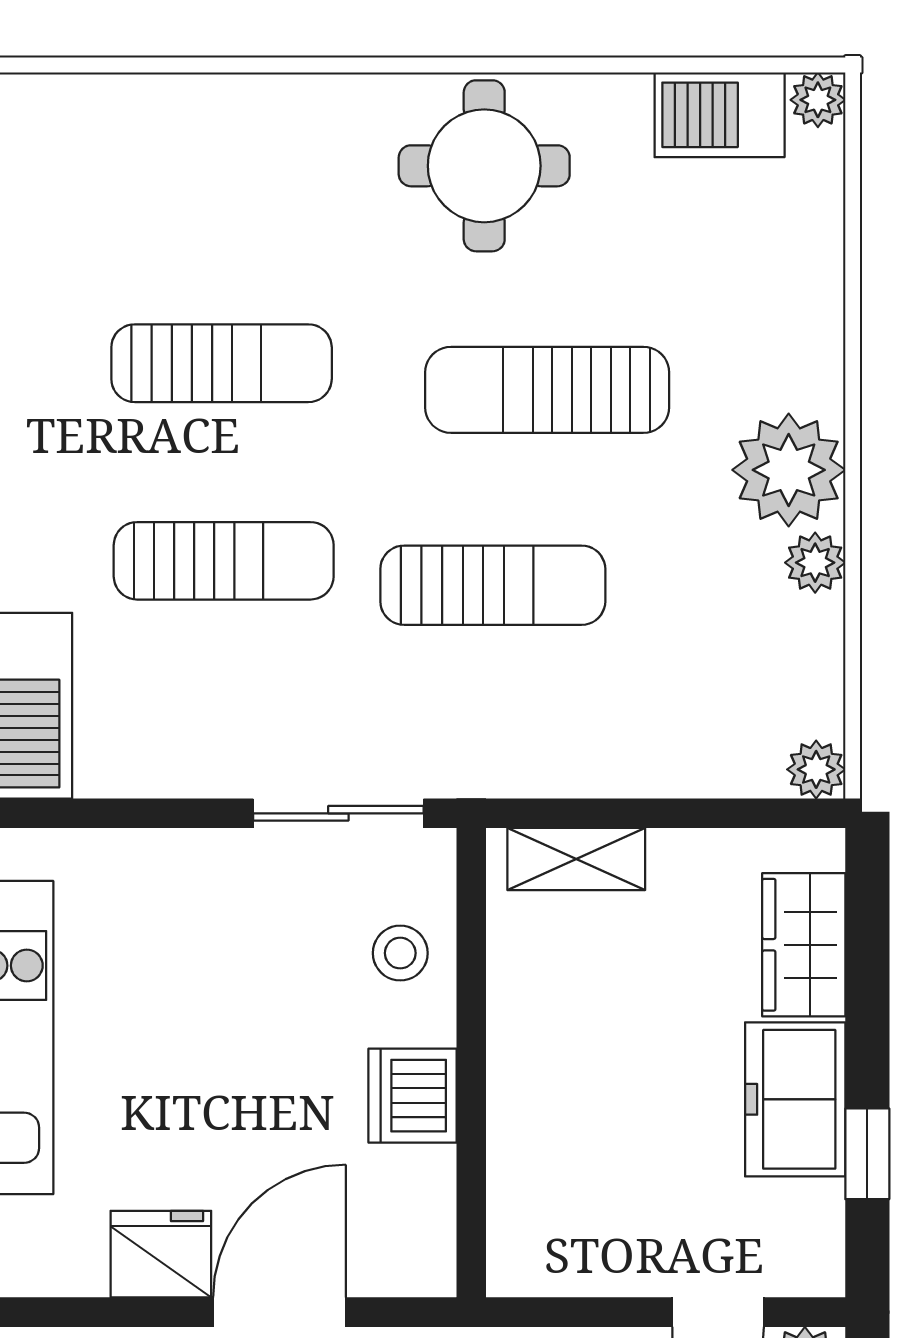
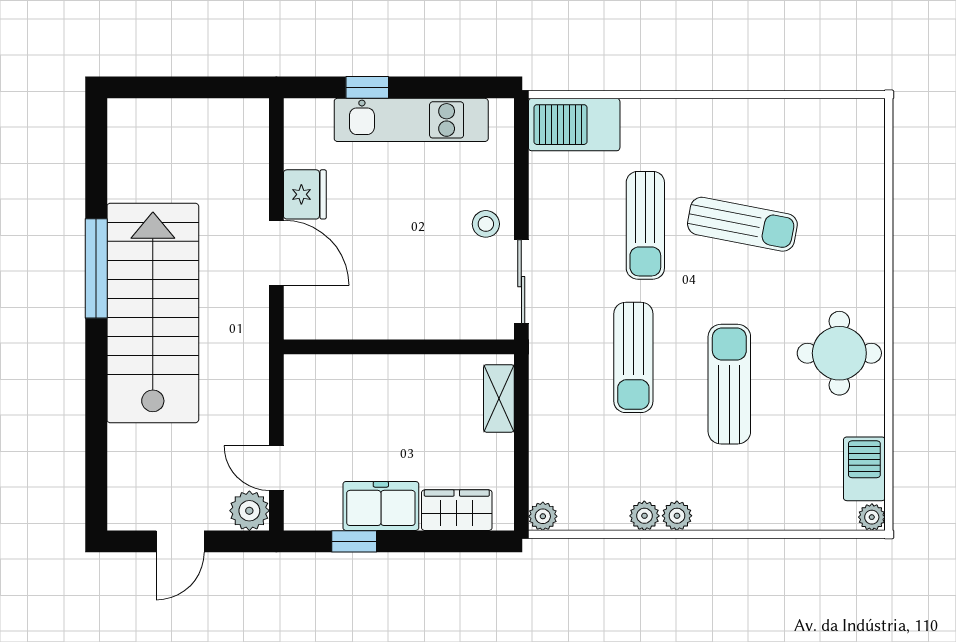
sun lounger: (222, 363) -> (742, 224), turned -79
plant: (789, 470) -> (677, 516), width x0.53, depth x0.53
stool: (400, 953) -> (486, 224), moved
dishwasher: (412, 1096) -> (383, 318), removed

